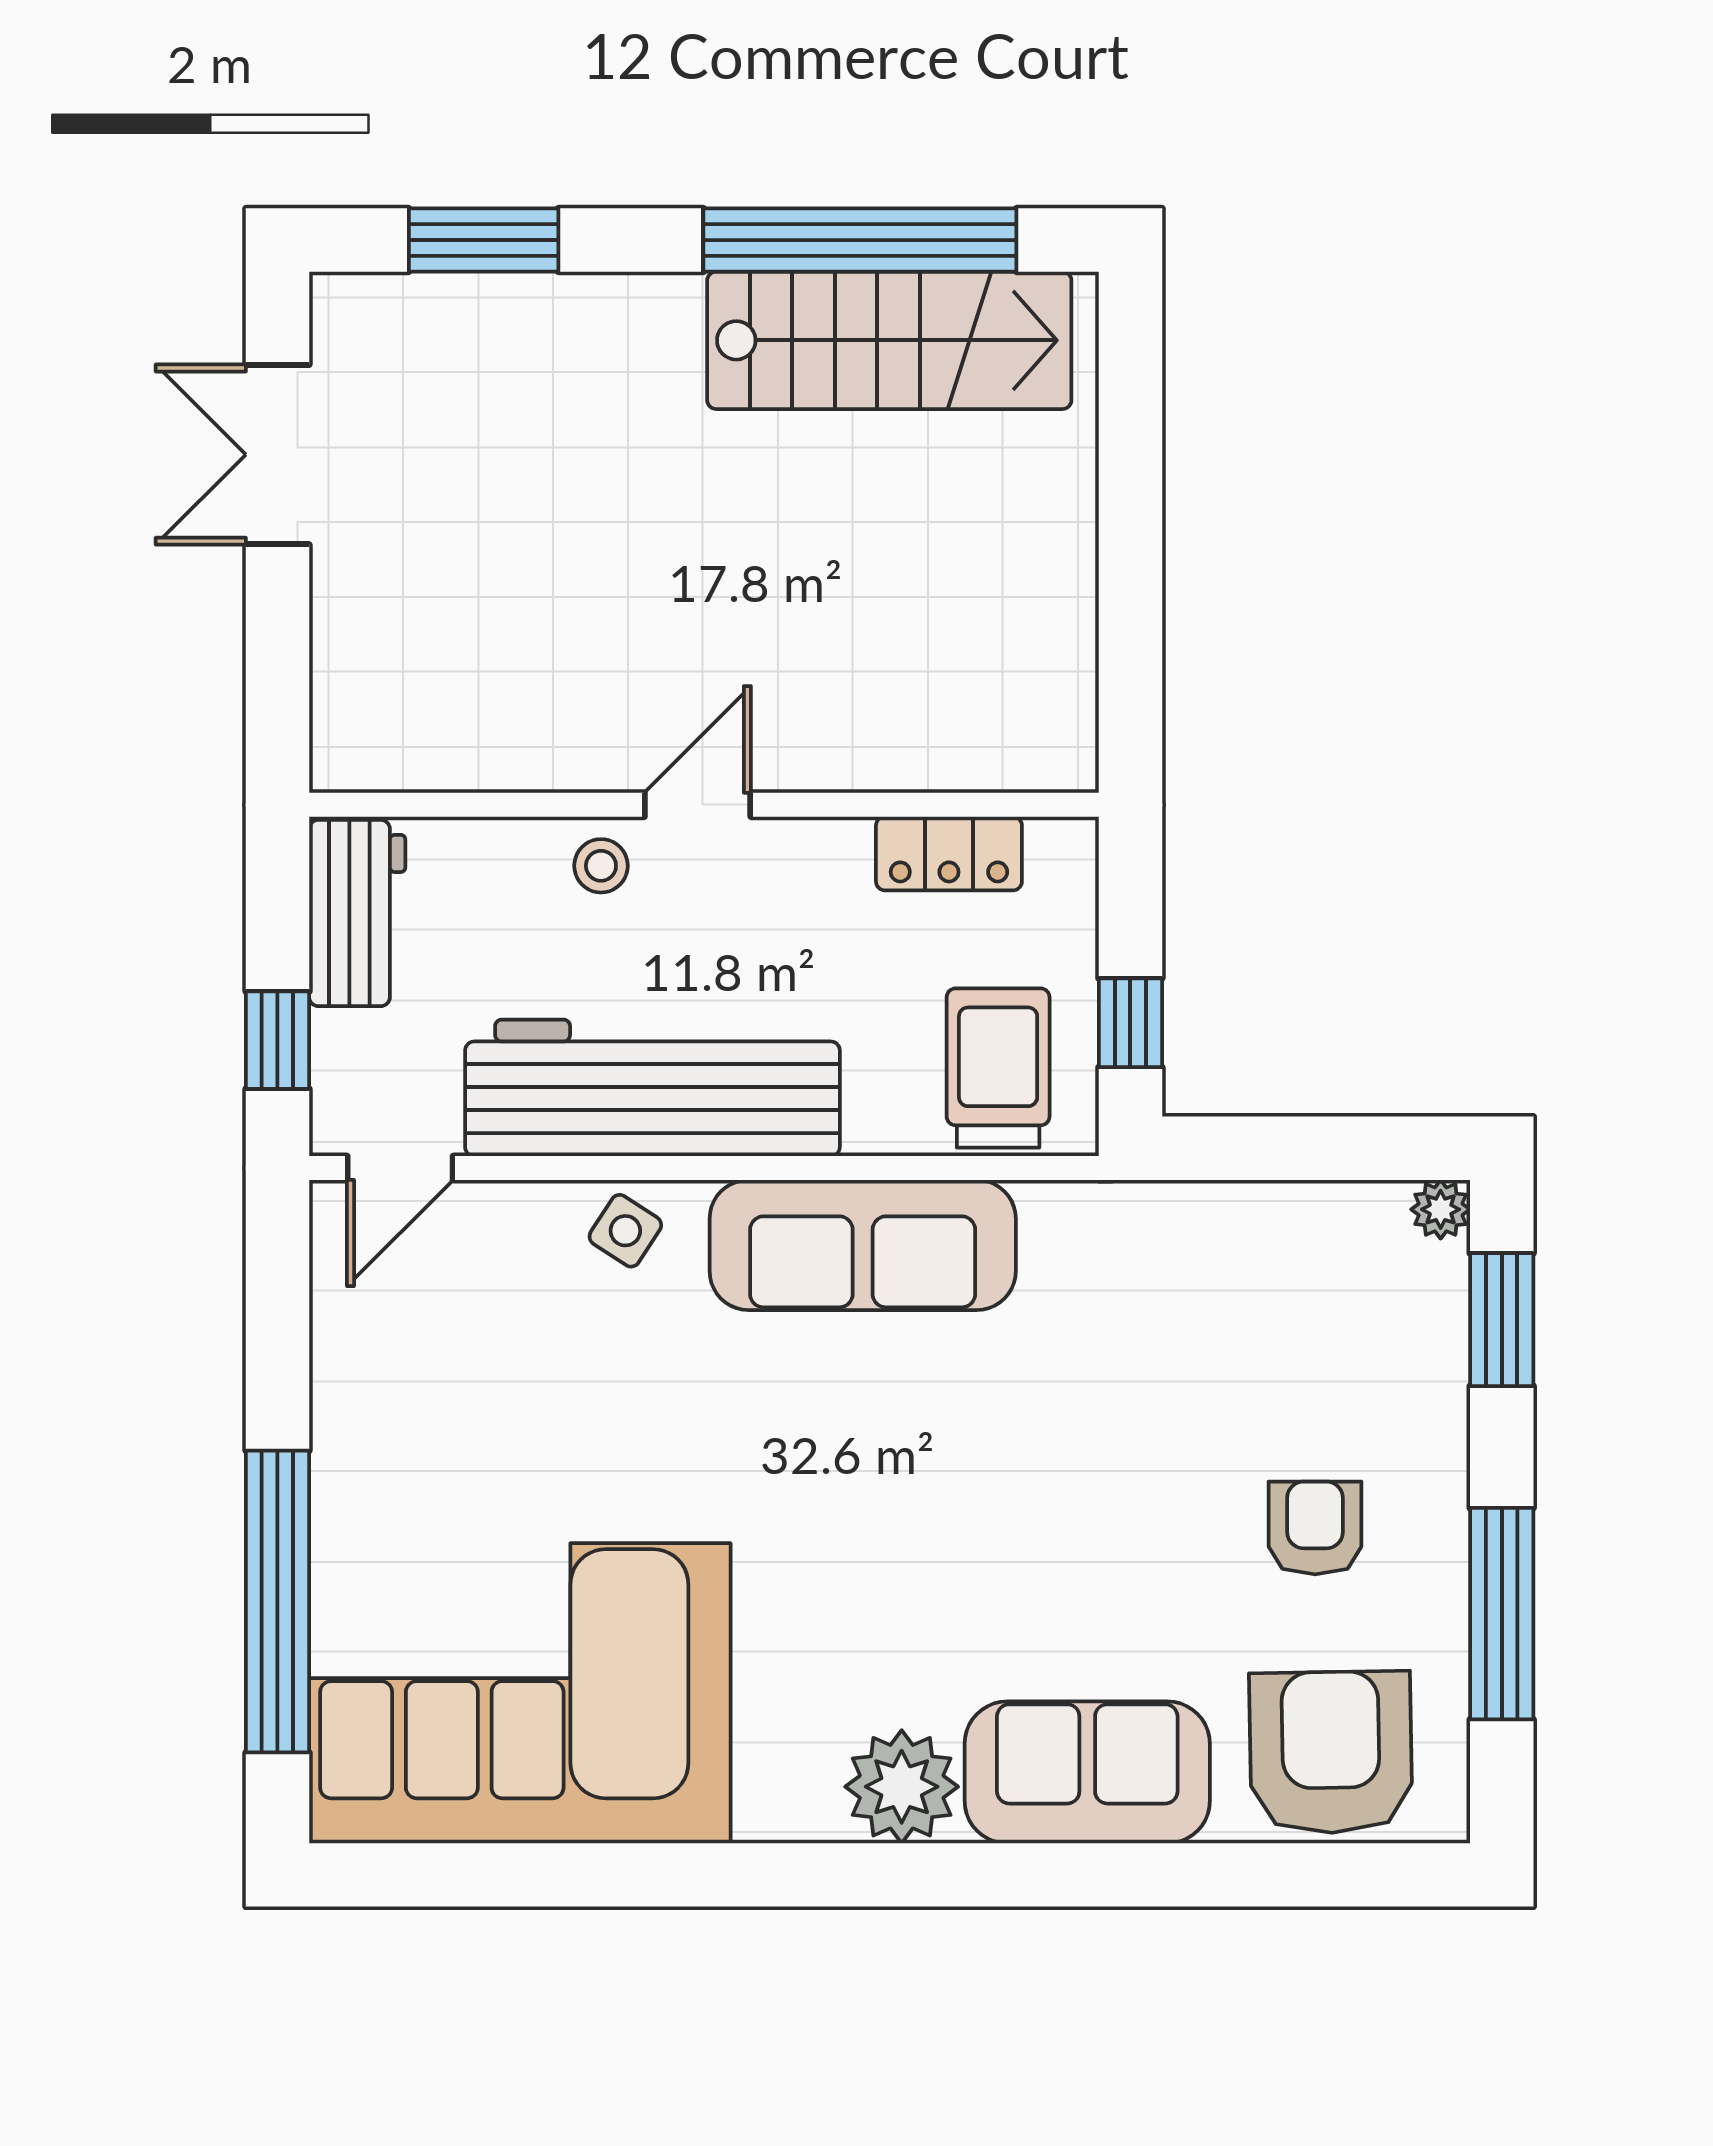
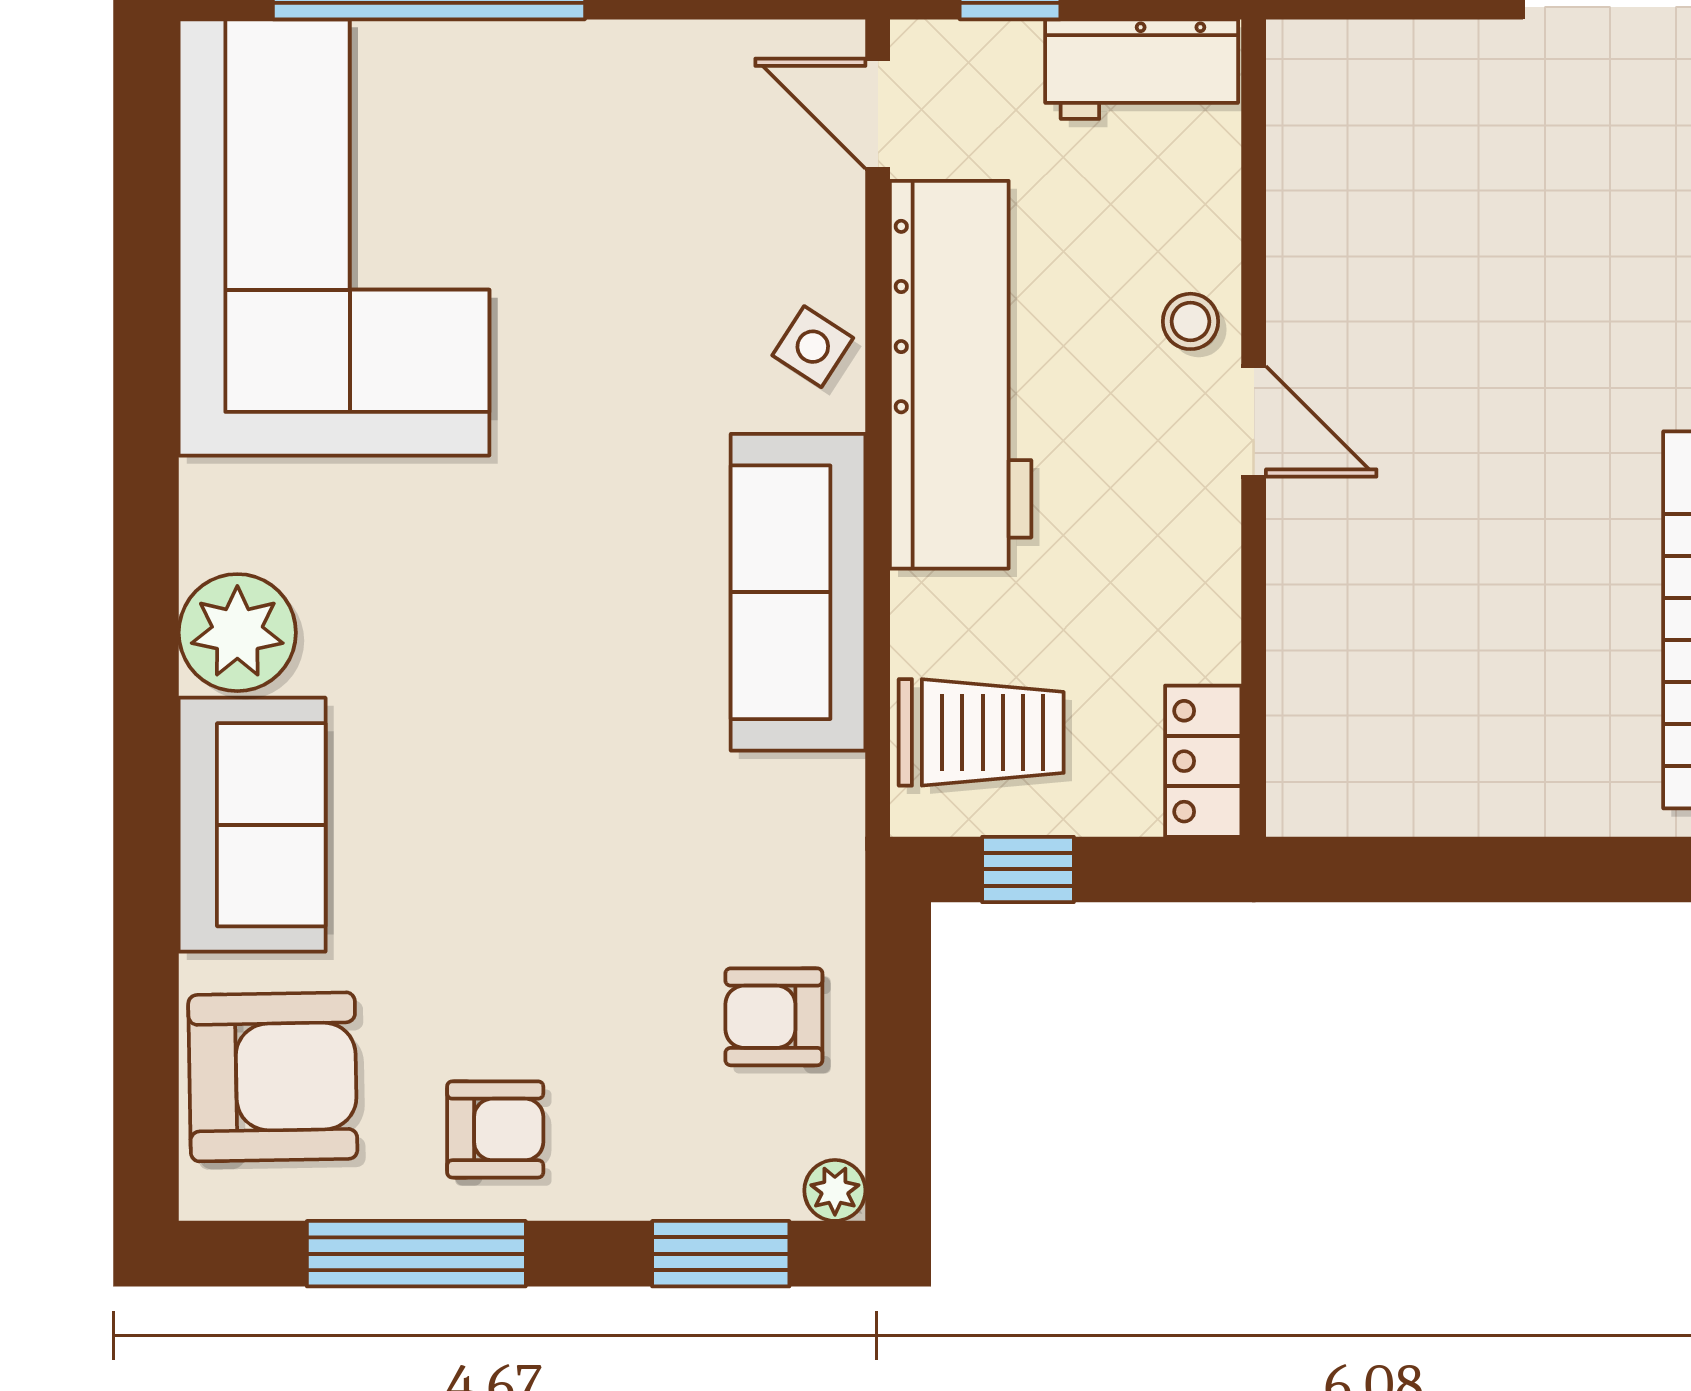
locker: (949, 853) -> (1203, 761), moved
armchair: (1273, 1268) -> (774, 1017), added
armchair: (1315, 1528) -> (495, 1129), moved

